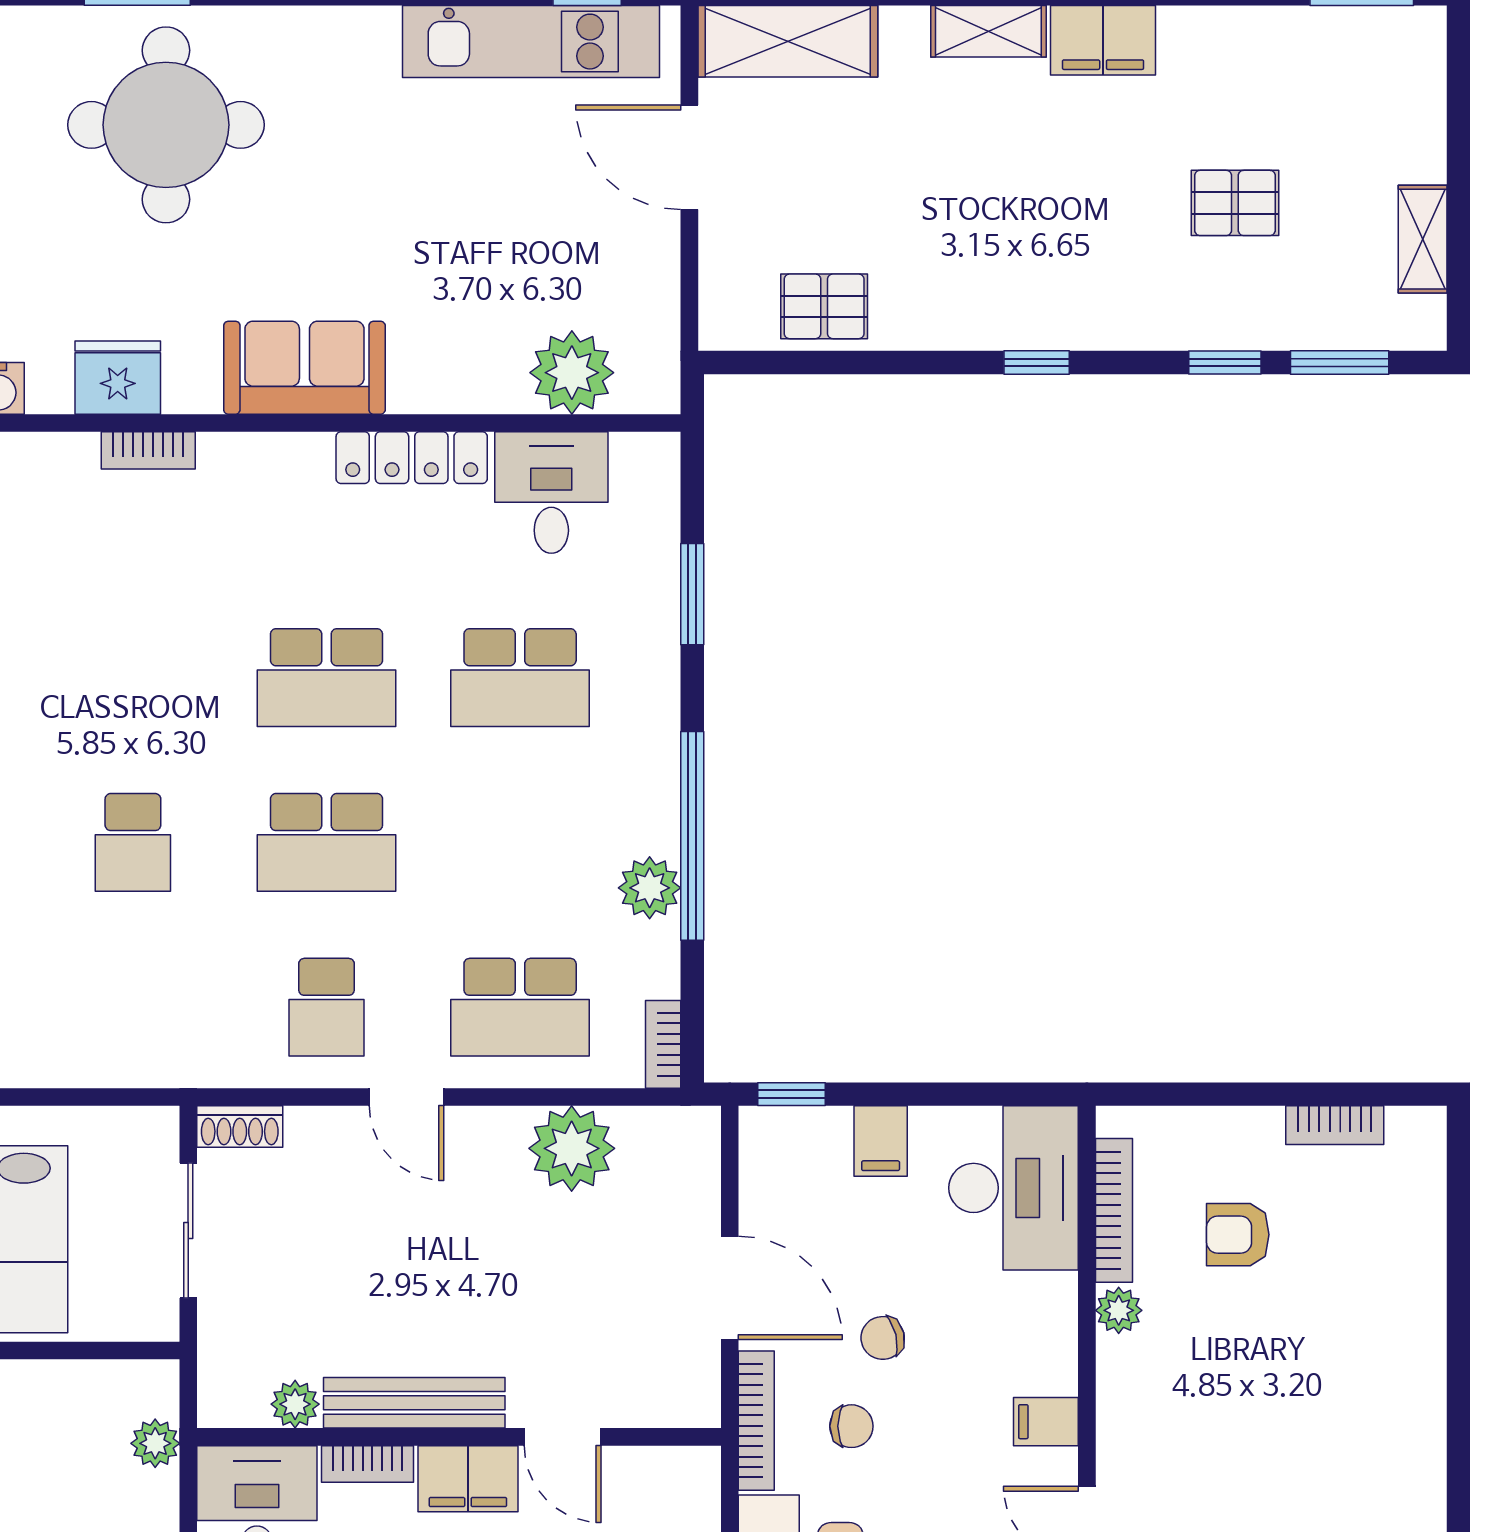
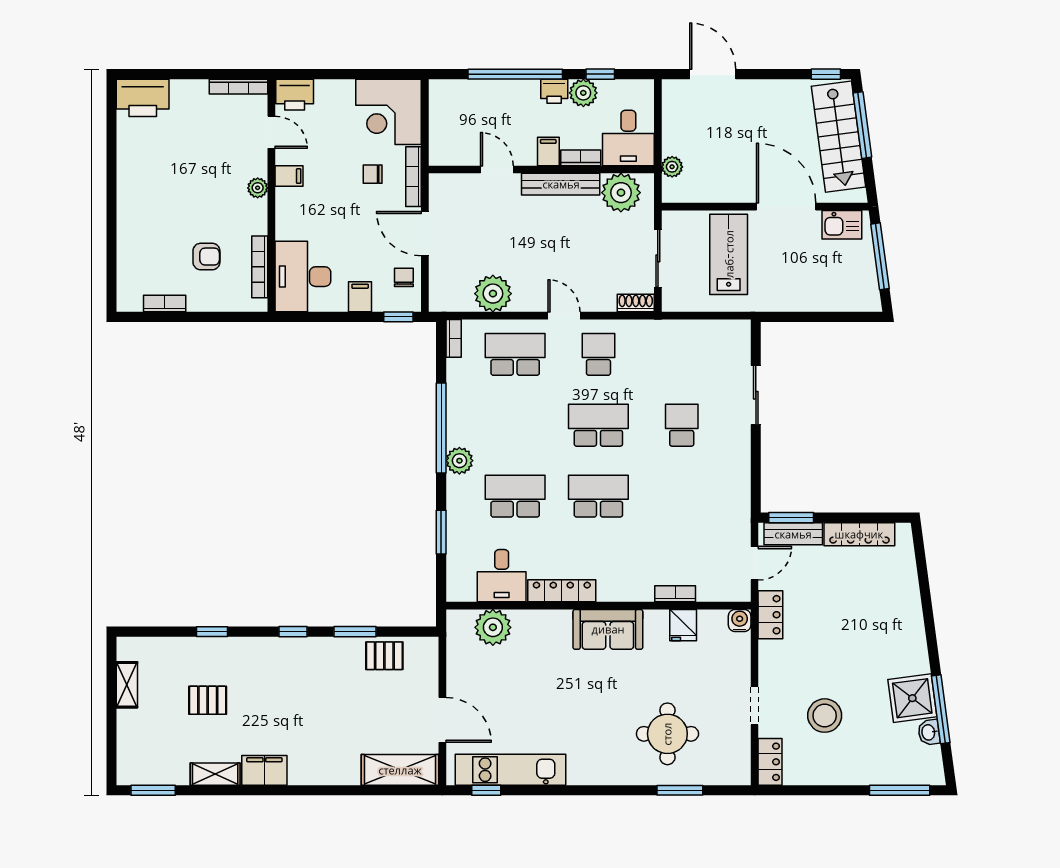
shelving: (988, 31) -> (215, 774), moved
round table: (166, 125) -> (667, 734), width x0.73, depth x0.73
window: (1340, 363) -> (355, 632), moved
fridge: (118, 378) -> (683, 625), width x0.72
plant: (650, 888) -> (459, 461), moved
plant: (1119, 1310) -> (258, 188), moved
chair: (883, 1338) -> (404, 277), moved, turned -76
plant: (295, 1404) -> (621, 193), width x1.88, depth x1.88
filing cabinet: (468, 1479) -> (548, 152), width x0.50

